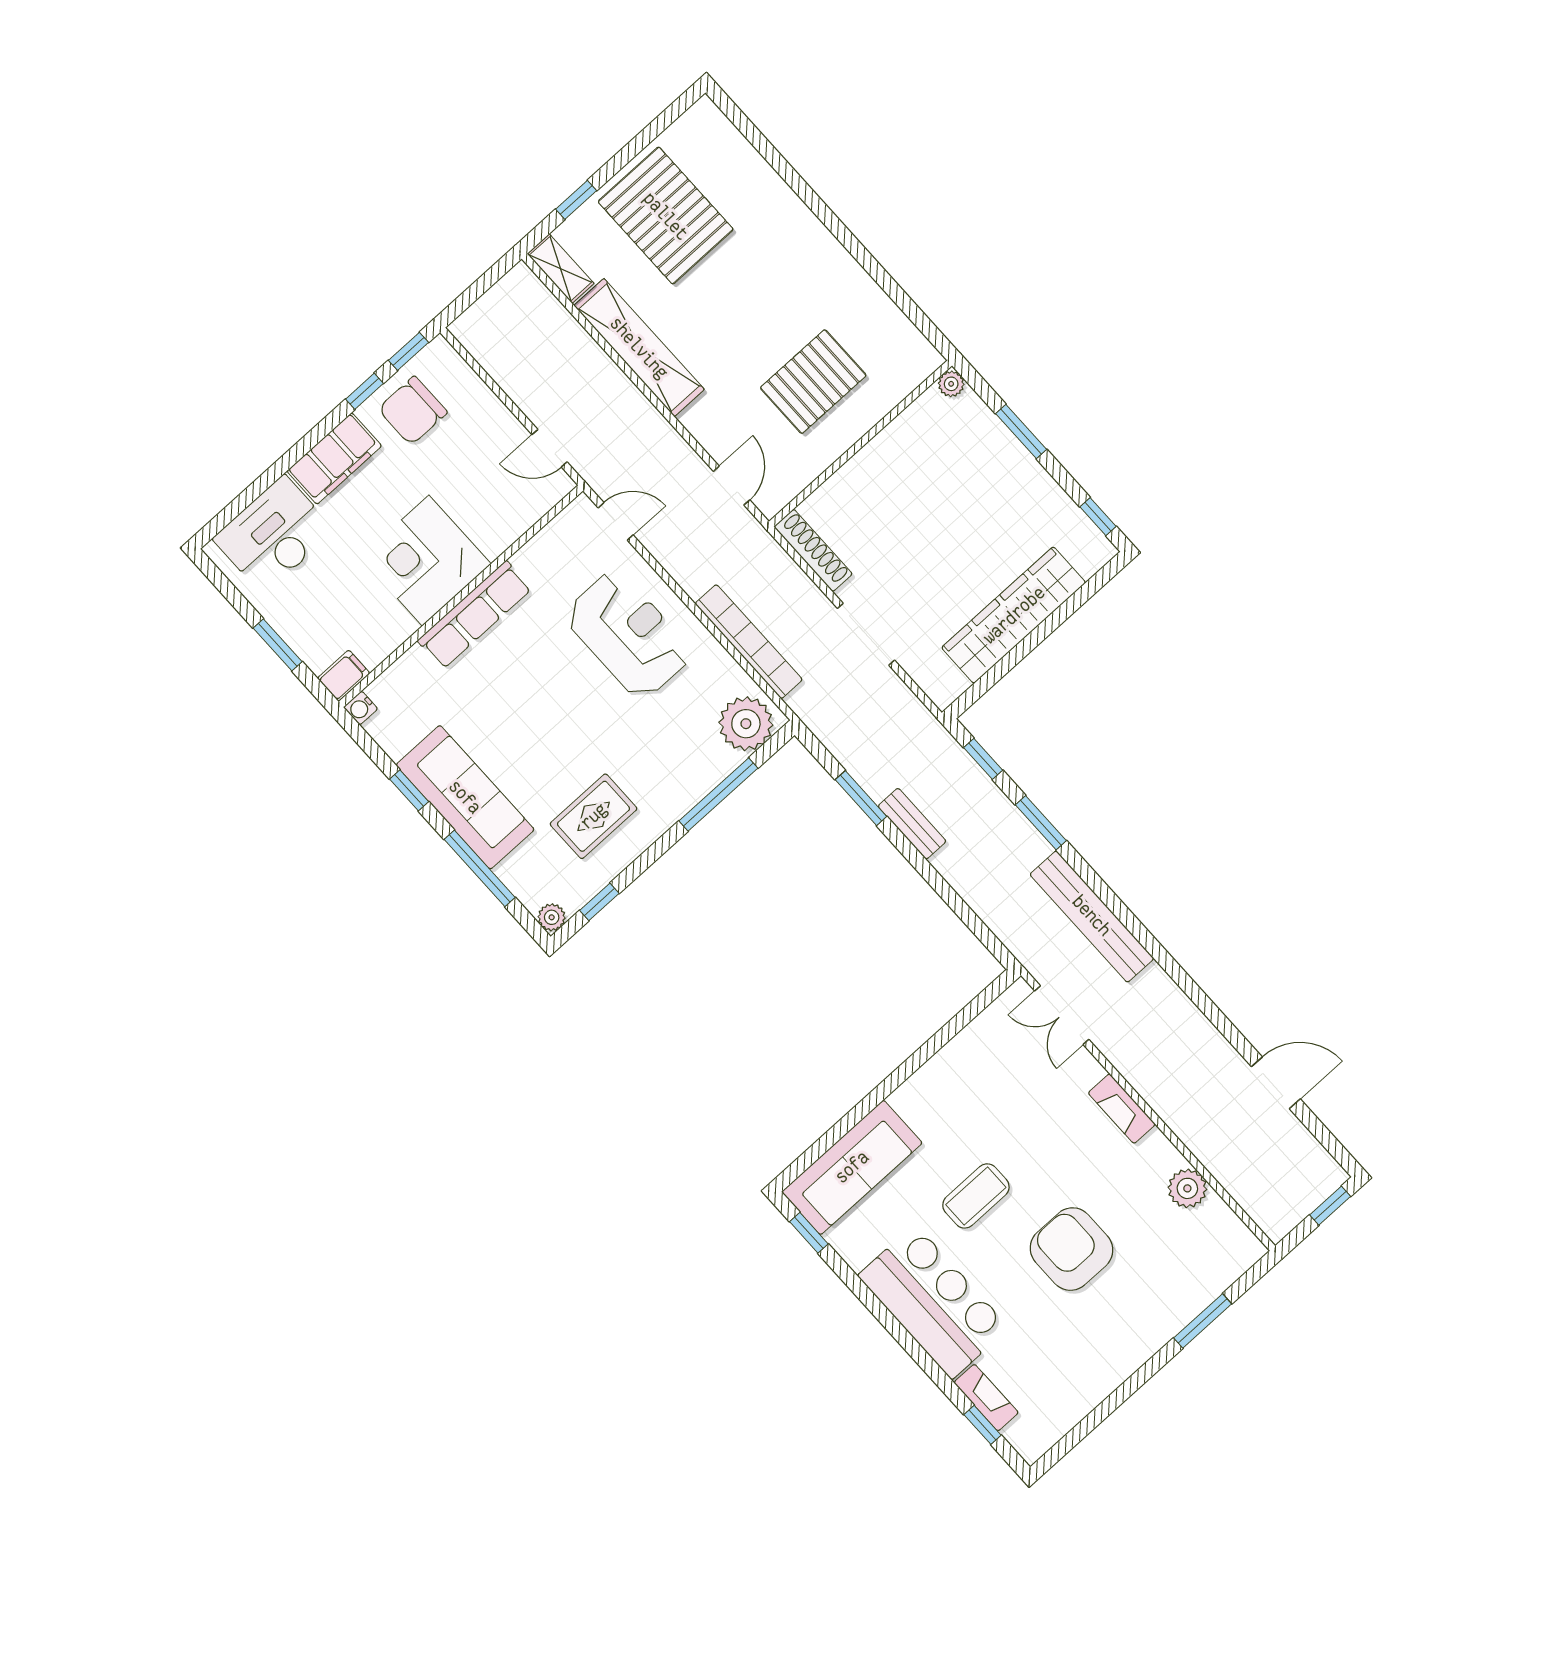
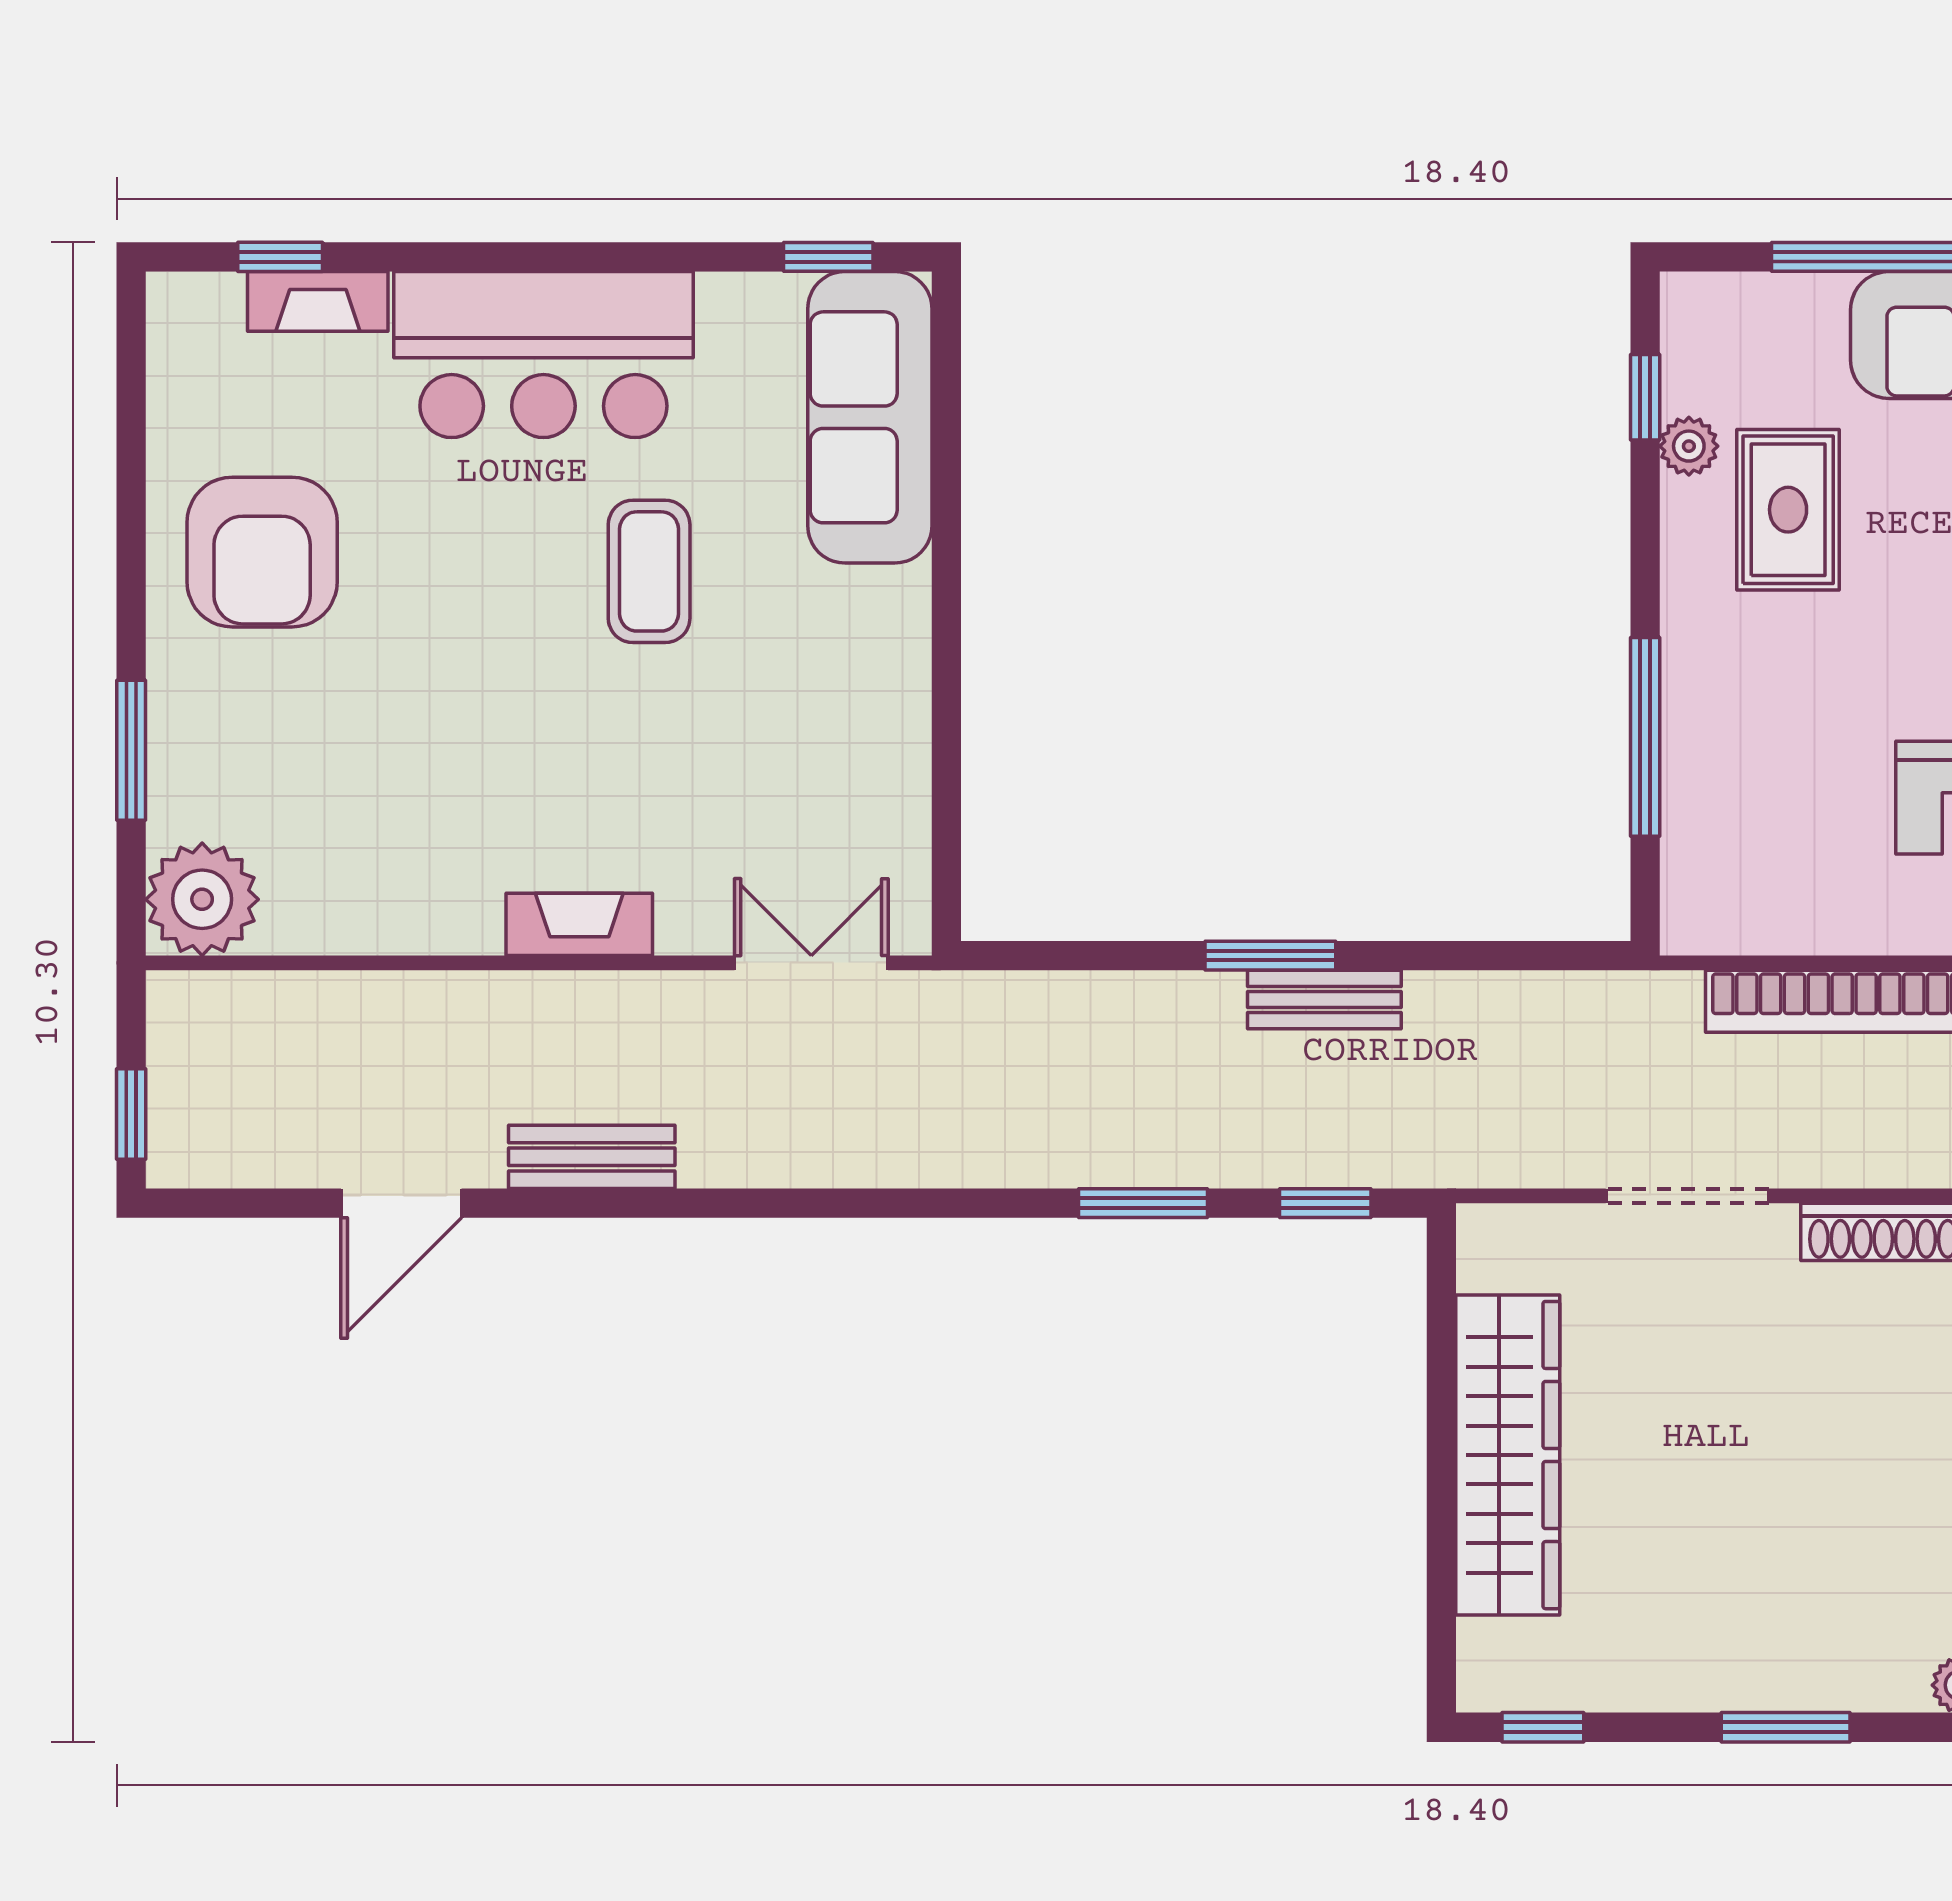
plant: (746, 724) -> (1717, 880), removed
window: (861, 798) -> (1270, 956), moved
bench: (1092, 916) -> (592, 1157), moved, width x0.54, depth x0.82
plant: (552, 917) -> (1689, 446), moved
plant: (1187, 1188) -> (202, 899), moved, width x1.36, depth x1.36
armchair: (1071, 1249) -> (262, 552), moved, turned 90

